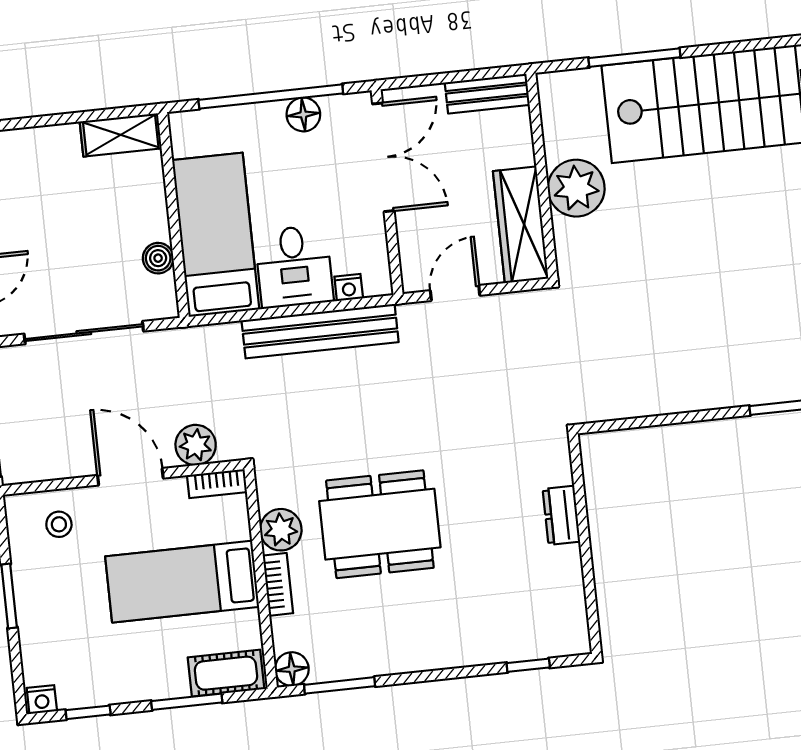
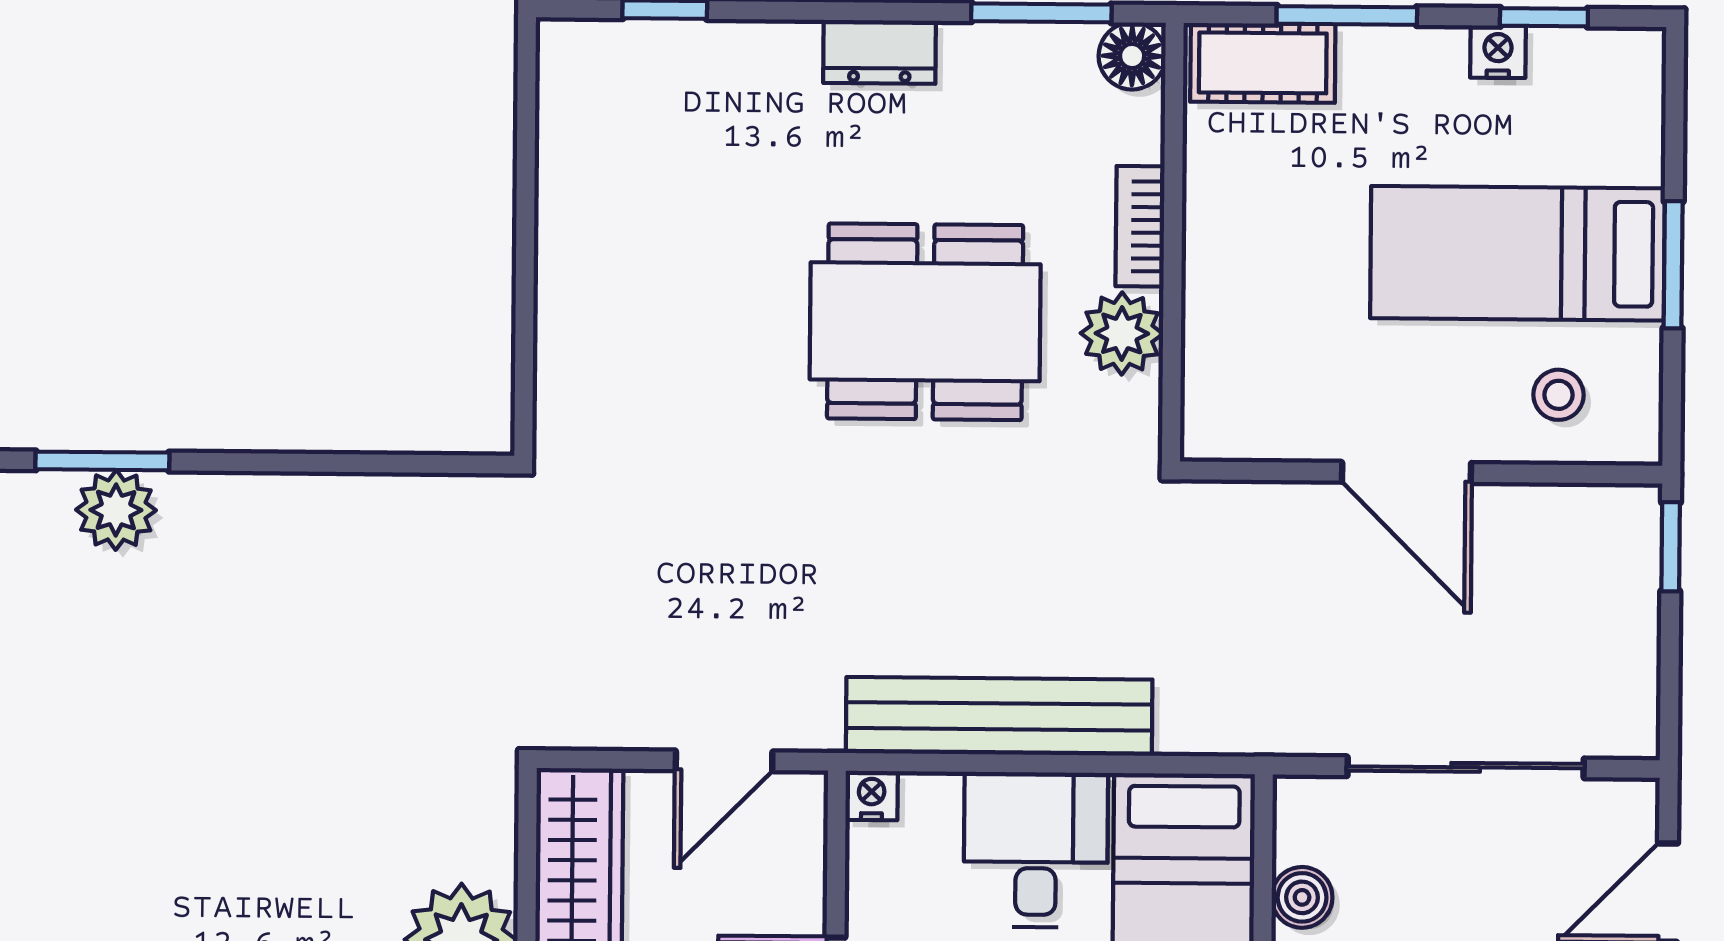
nightstand: (349, 287) -> (872, 795), moved
plant: (196, 445) -> (116, 510), moved
bookcase: (217, 484) -> (1237, 439), removed
dresser: (561, 515) -> (880, 52), moved, turned 90
bed: (182, 582) -> (1517, 253), moved, turned 180
nightstand: (42, 700) -> (1498, 52), moved

